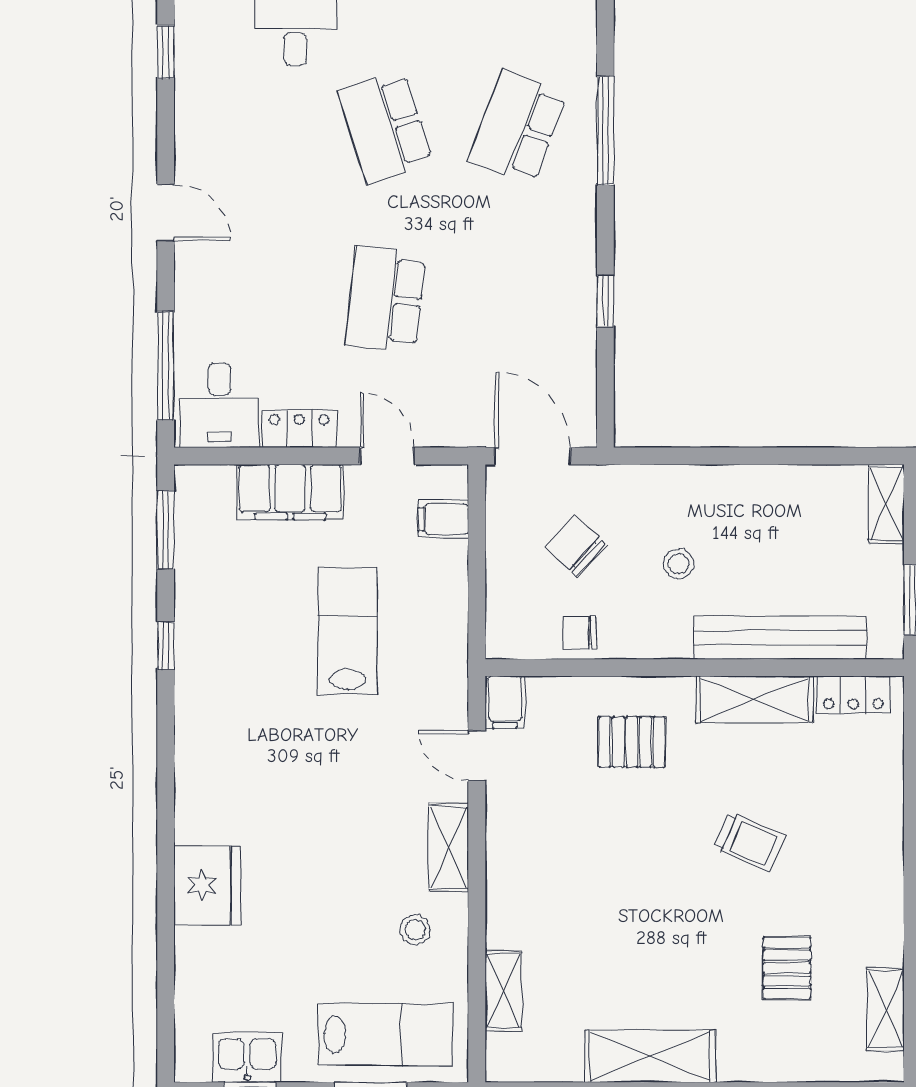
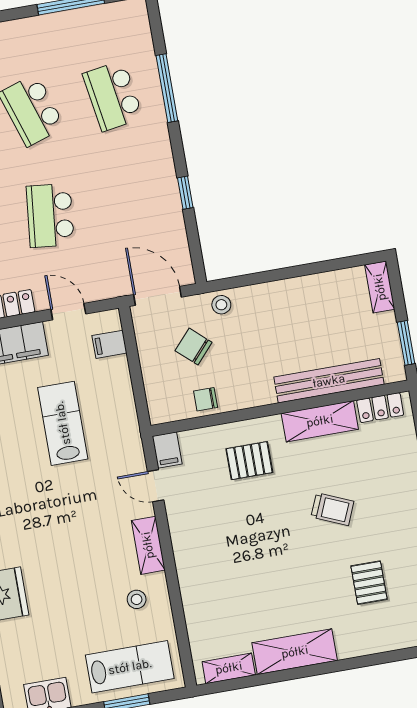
school desk: (518, 127) -> (113, 96), turned -30
stool: (679, 564) -> (221, 305), moved
shelving: (503, 991) -> (229, 668), moved, turned 90

